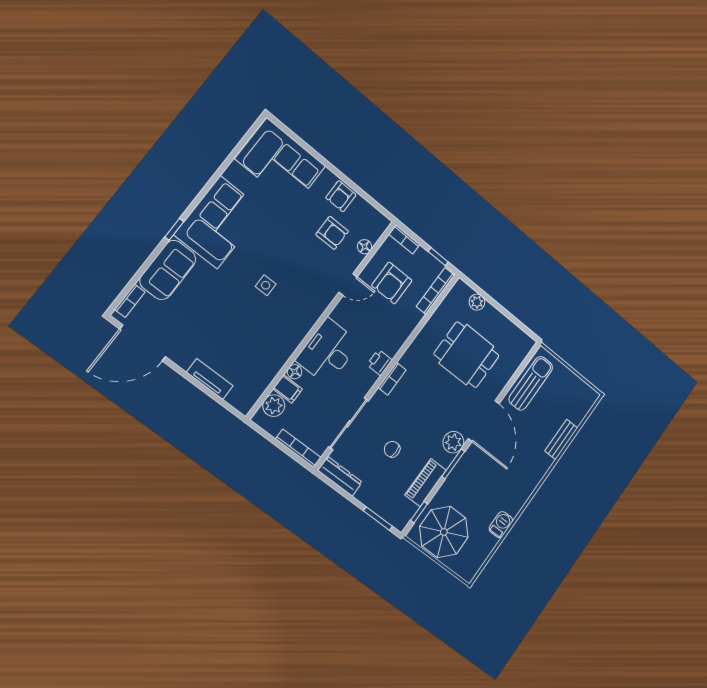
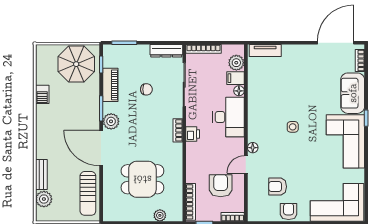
floor lamp: (365, 247) -> (253, 148), moved
tv unit: (210, 379) -> (265, 51), moved
plant: (577, 412) -> (44, 199), added

